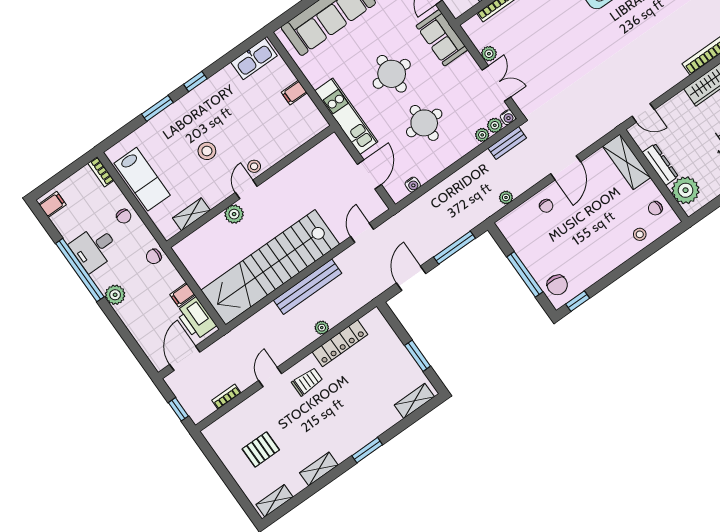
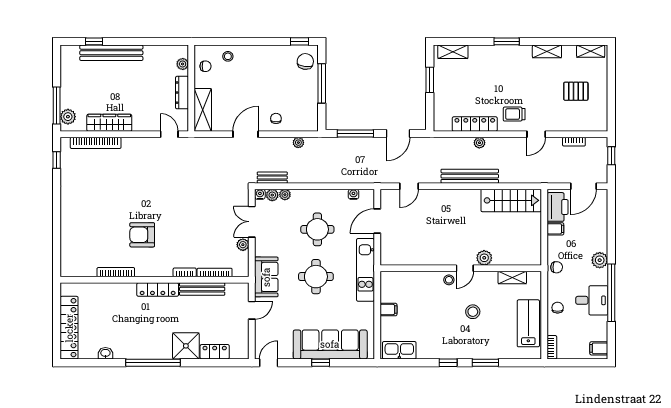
plant: (686, 190) -> (183, 64), width x0.53, depth x0.53
stairs: (270, 267) -> (511, 200), width x0.54, depth x0.66

